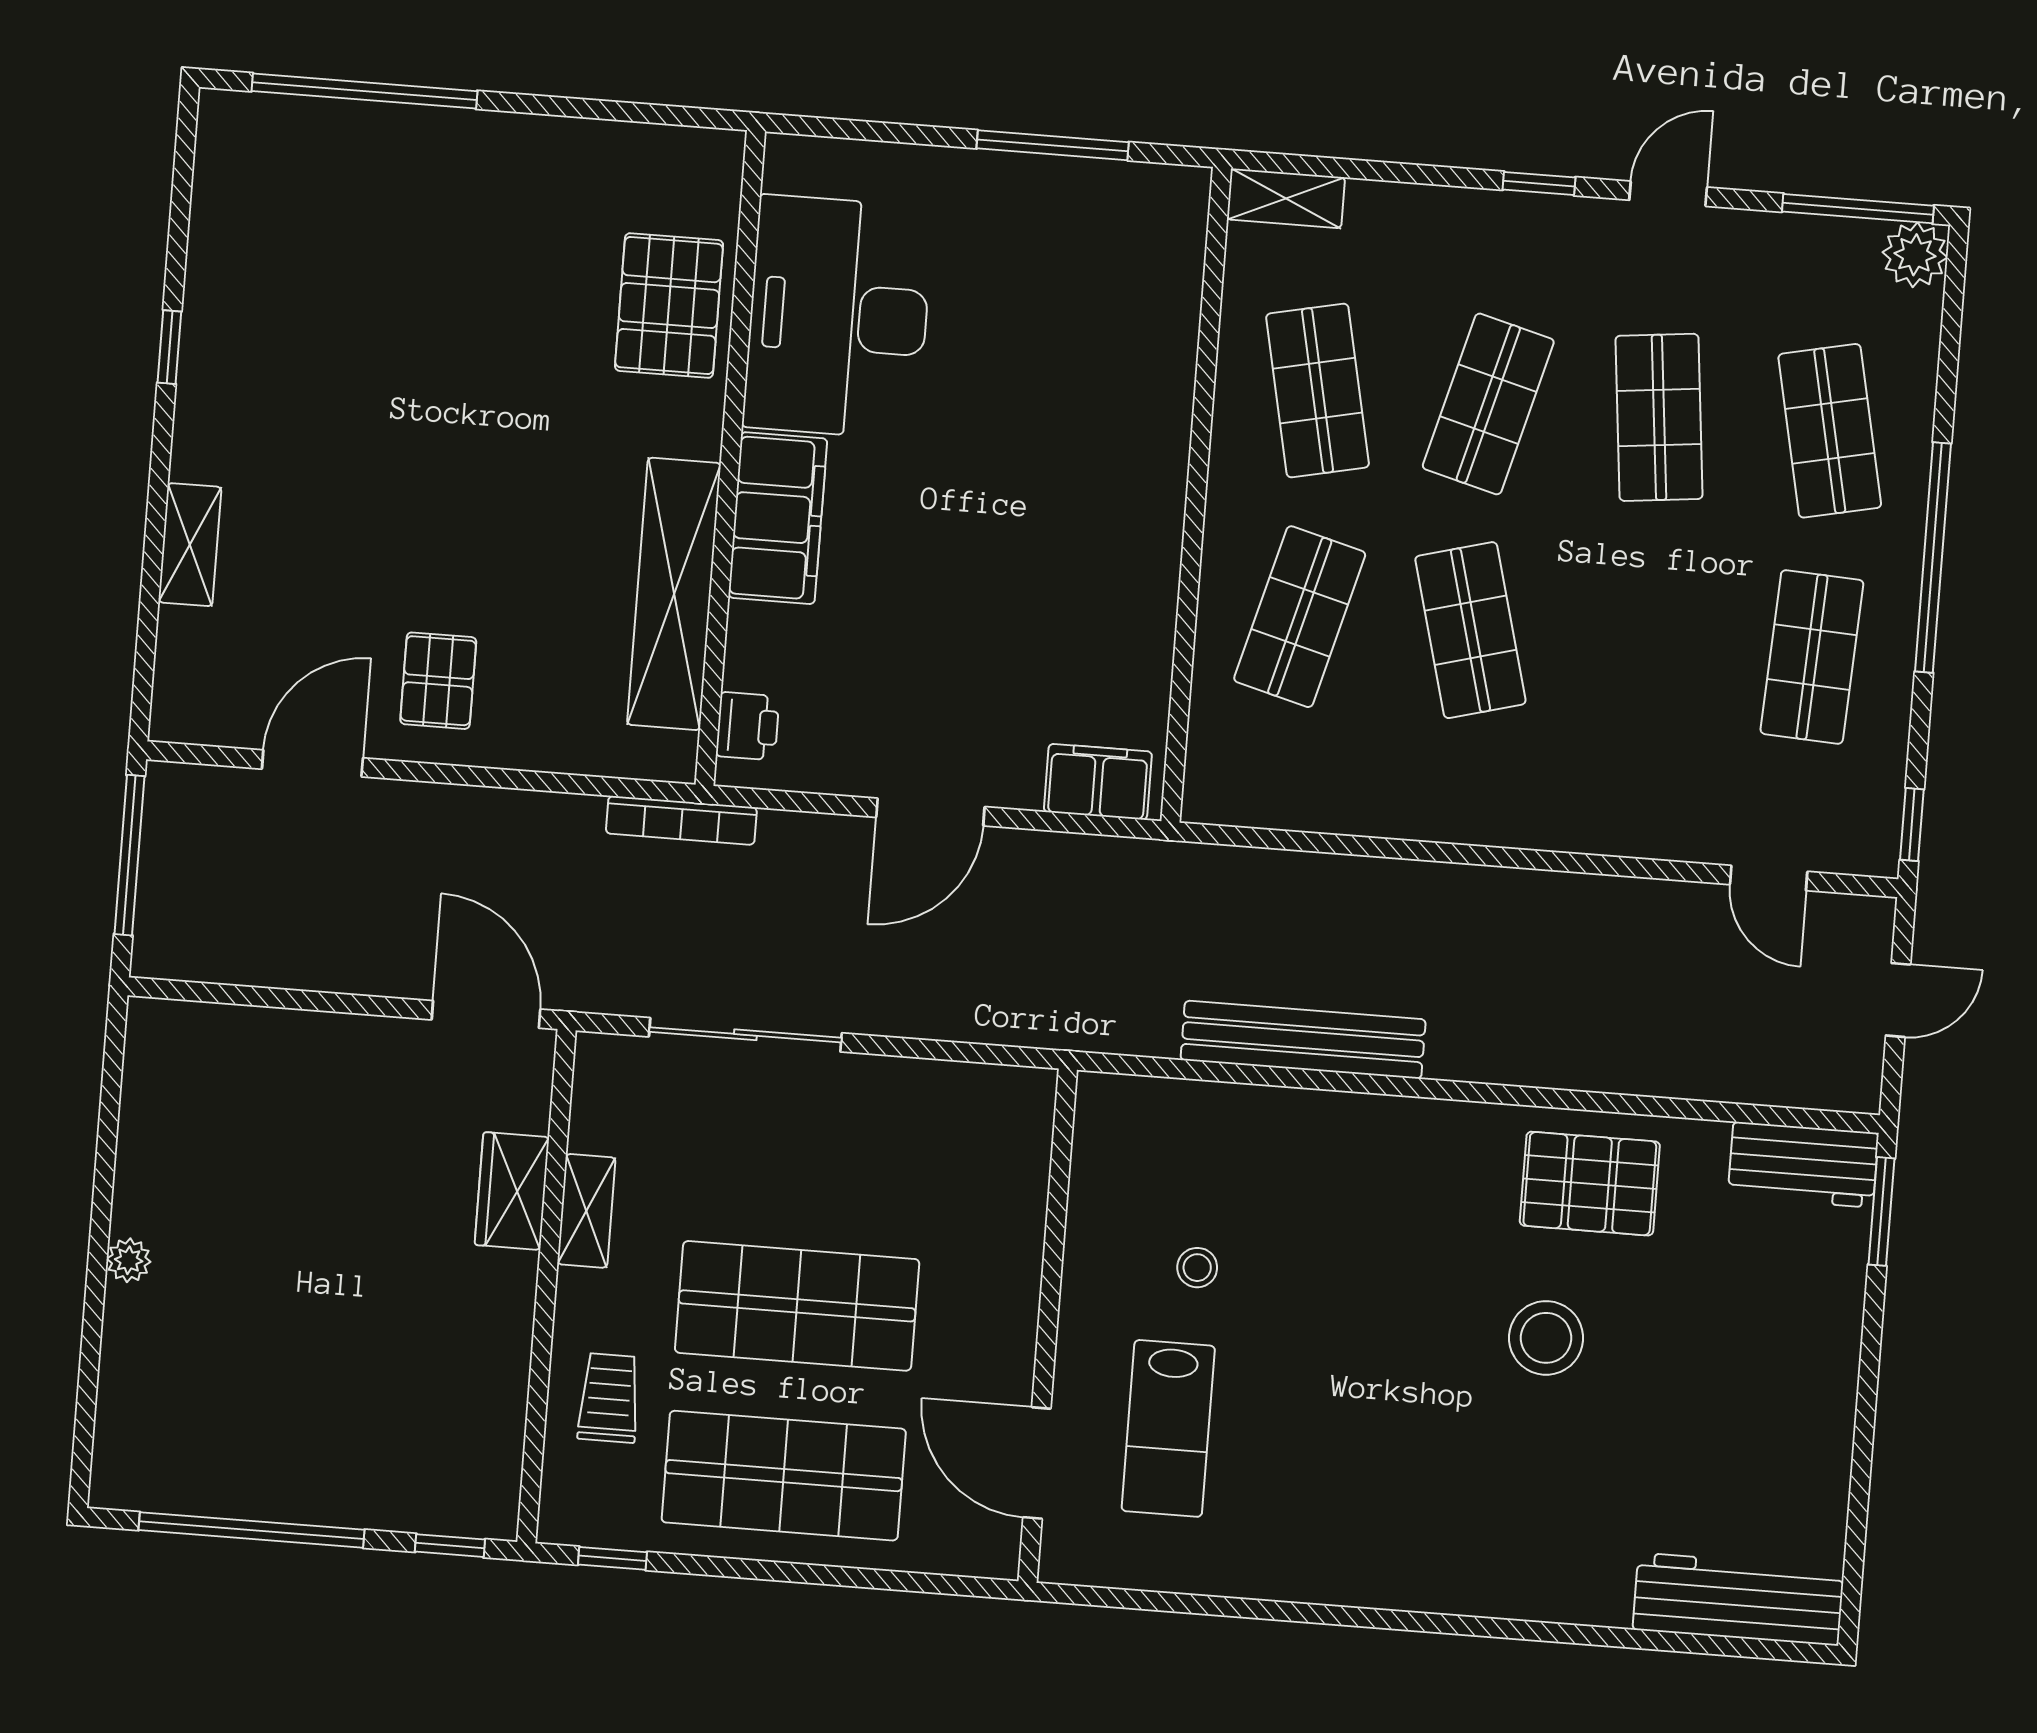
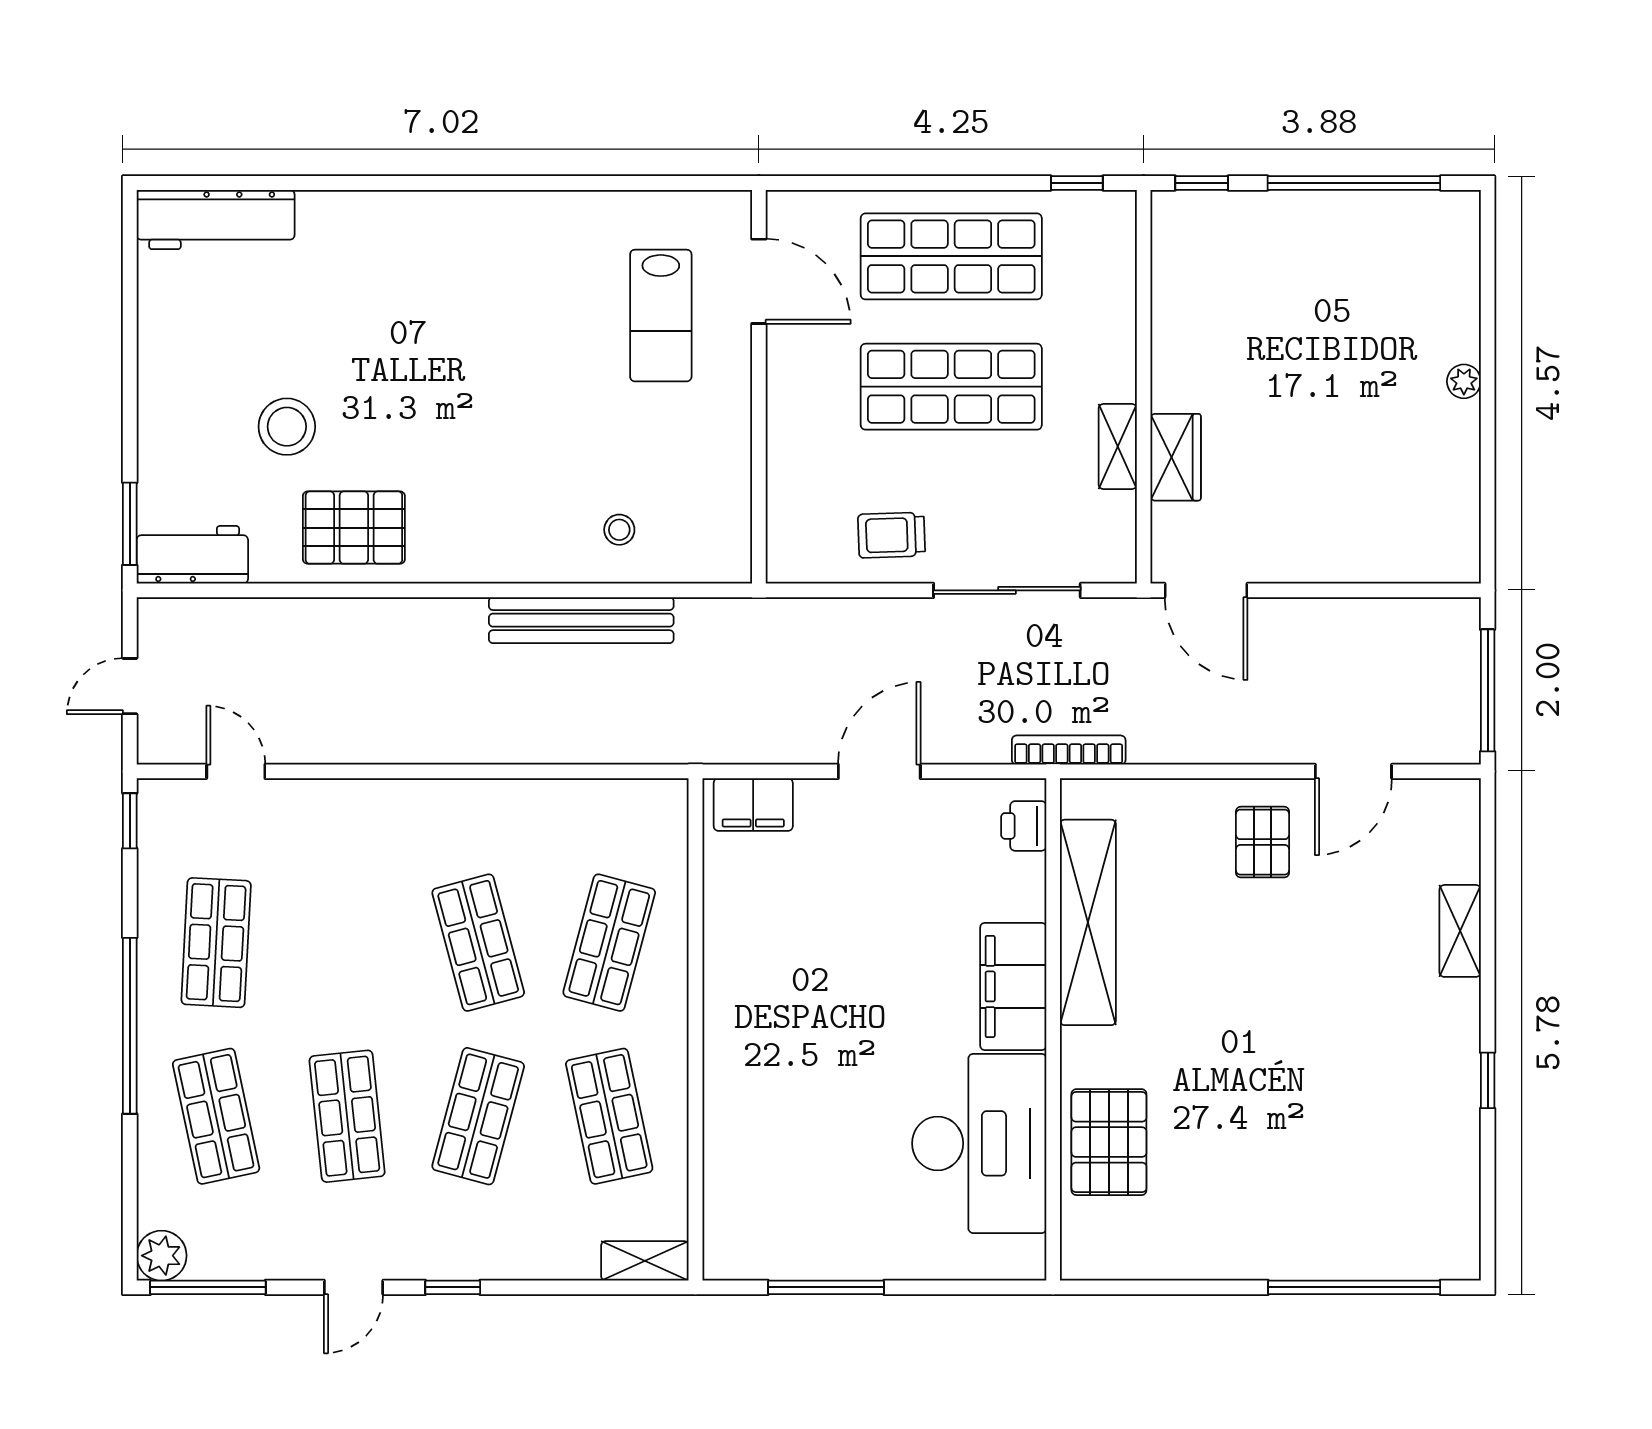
stool: (1197, 1268) -> (619, 530), moved
stool: (1546, 1338) -> (287, 427), moved
trolley: (609, 1398) -> (891, 535), moved, turned 88
lab bench: (1168, 1428) -> (661, 316), turned 180

